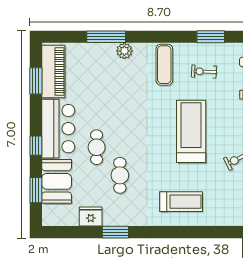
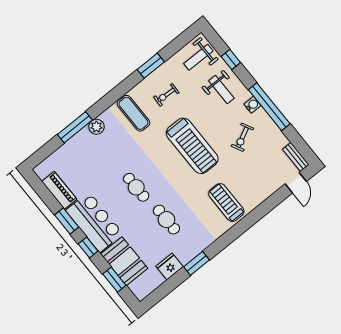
piano: (53, 71) -> (59, 190), width x0.73, depth x0.75
window: (36, 81) -> (67, 221), moved
treadmill: (191, 131) -> (192, 146), turned 180
cafe table: (97, 147) -> (136, 187), moved
treadmill: (181, 202) -> (226, 203), turned -90

